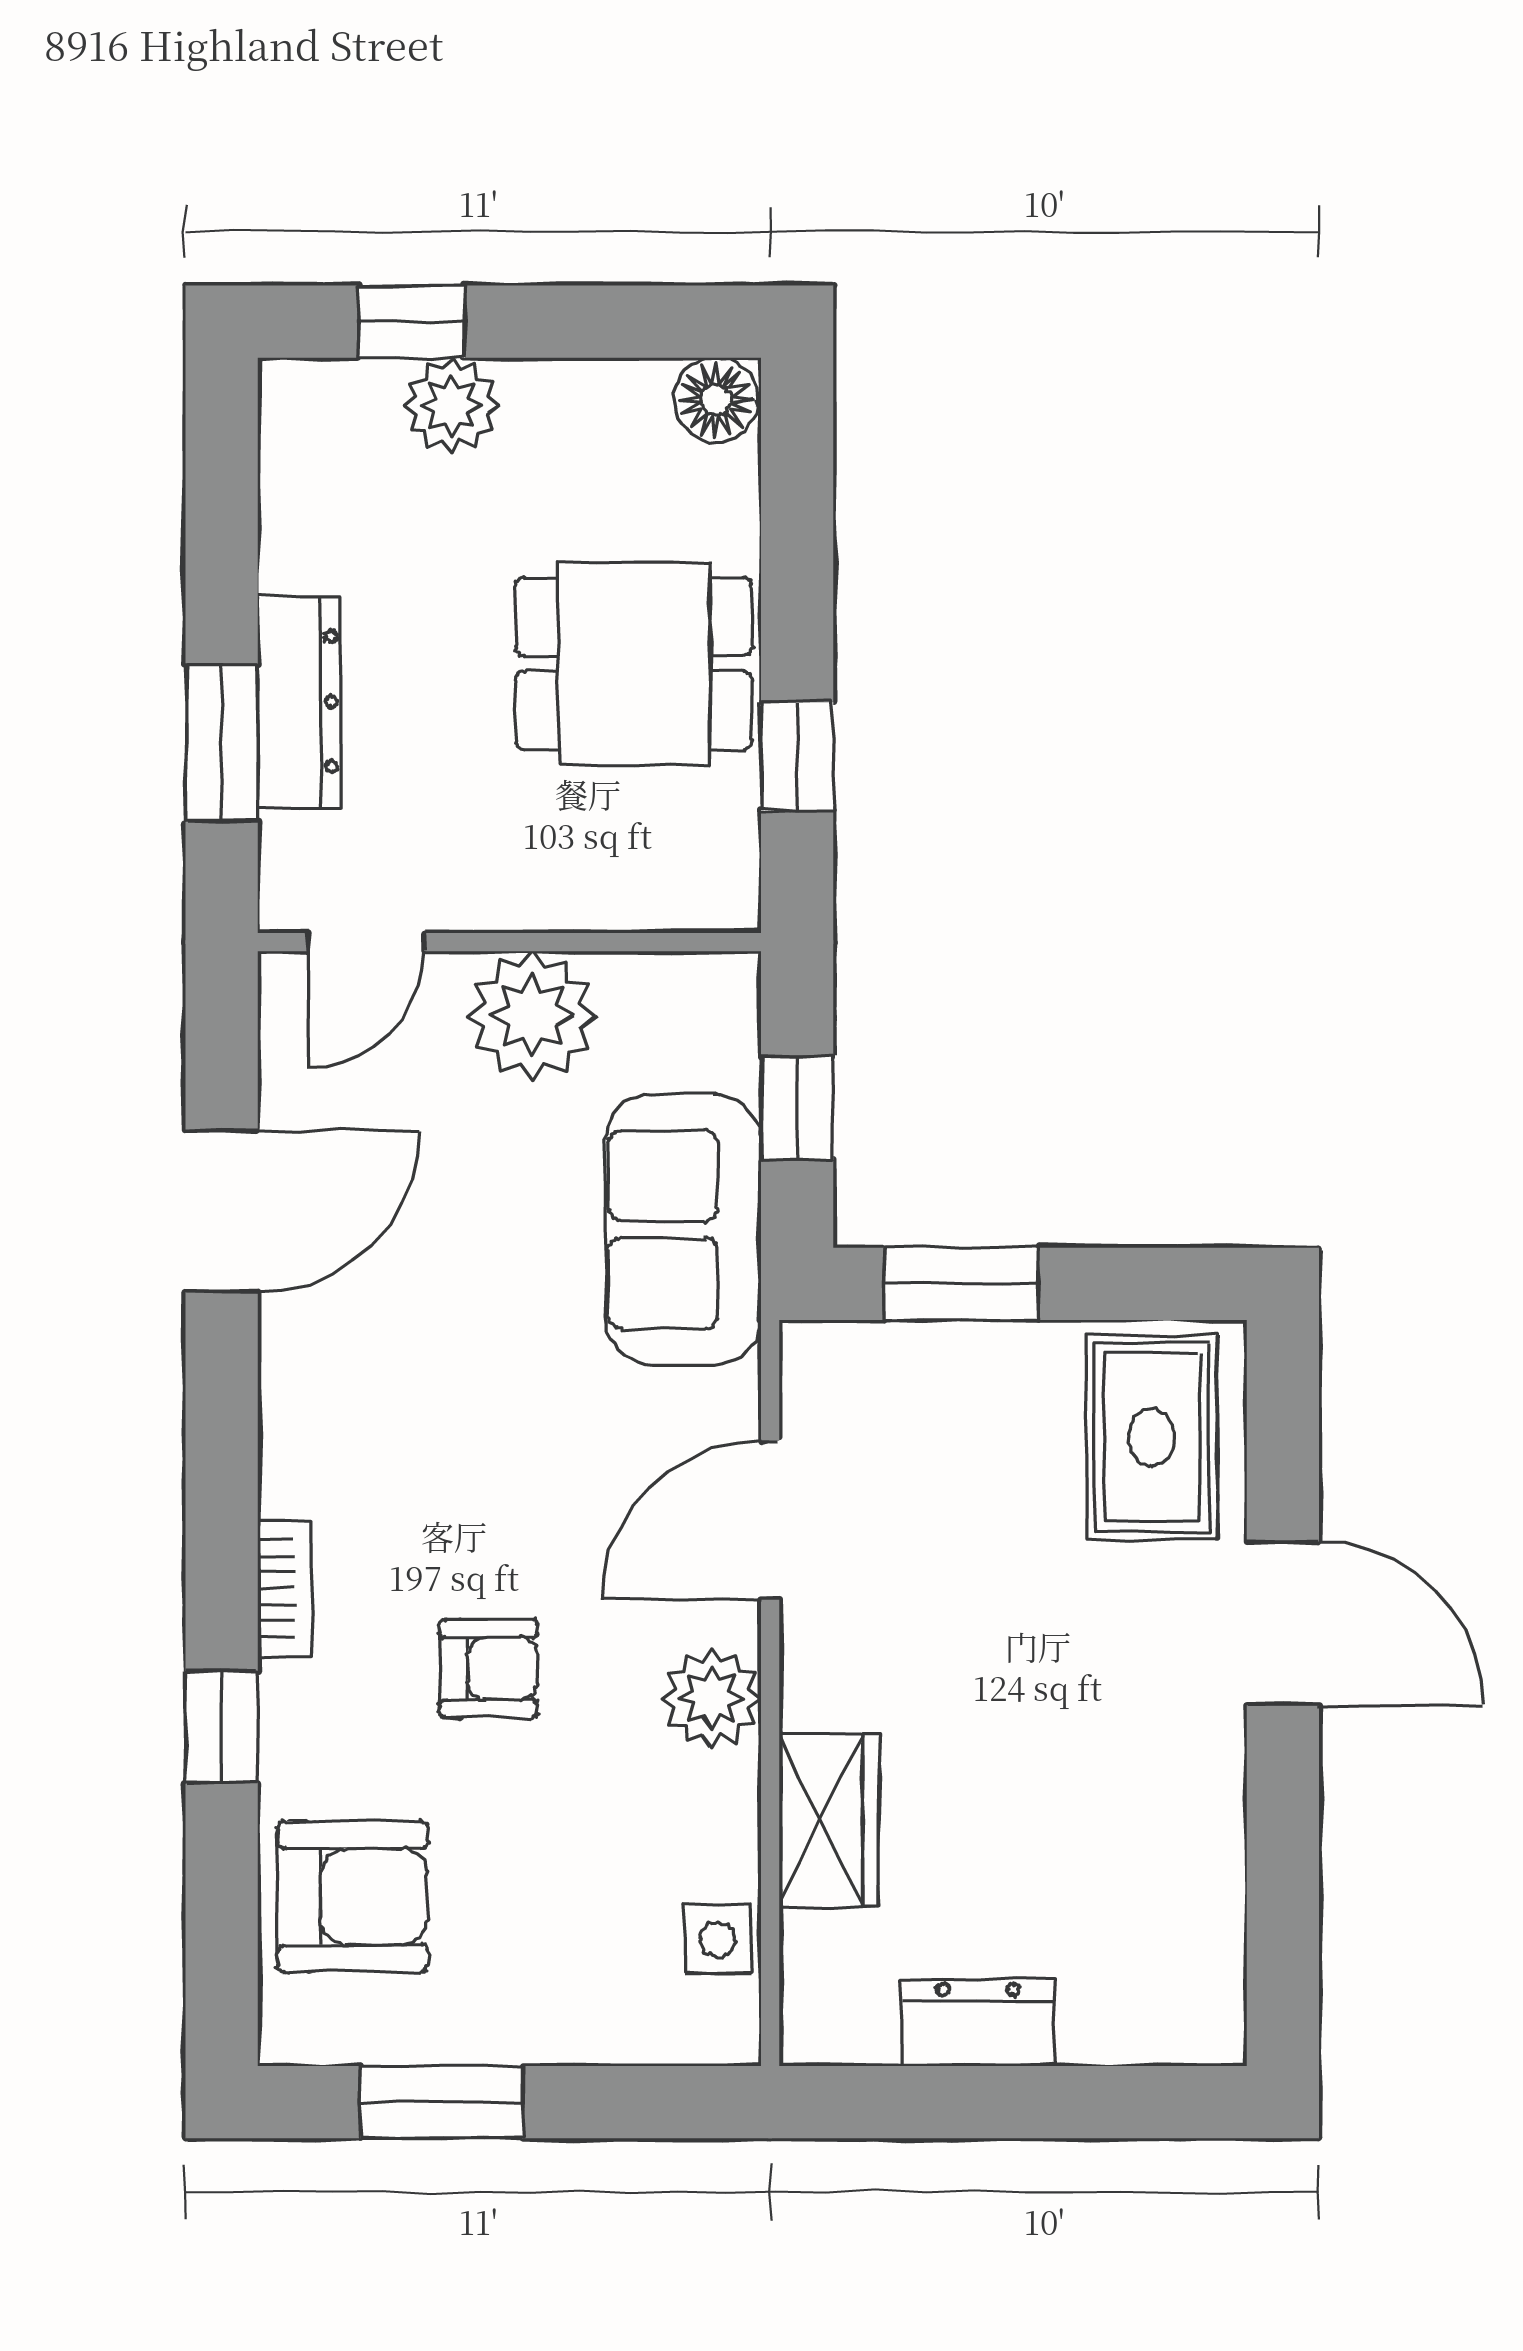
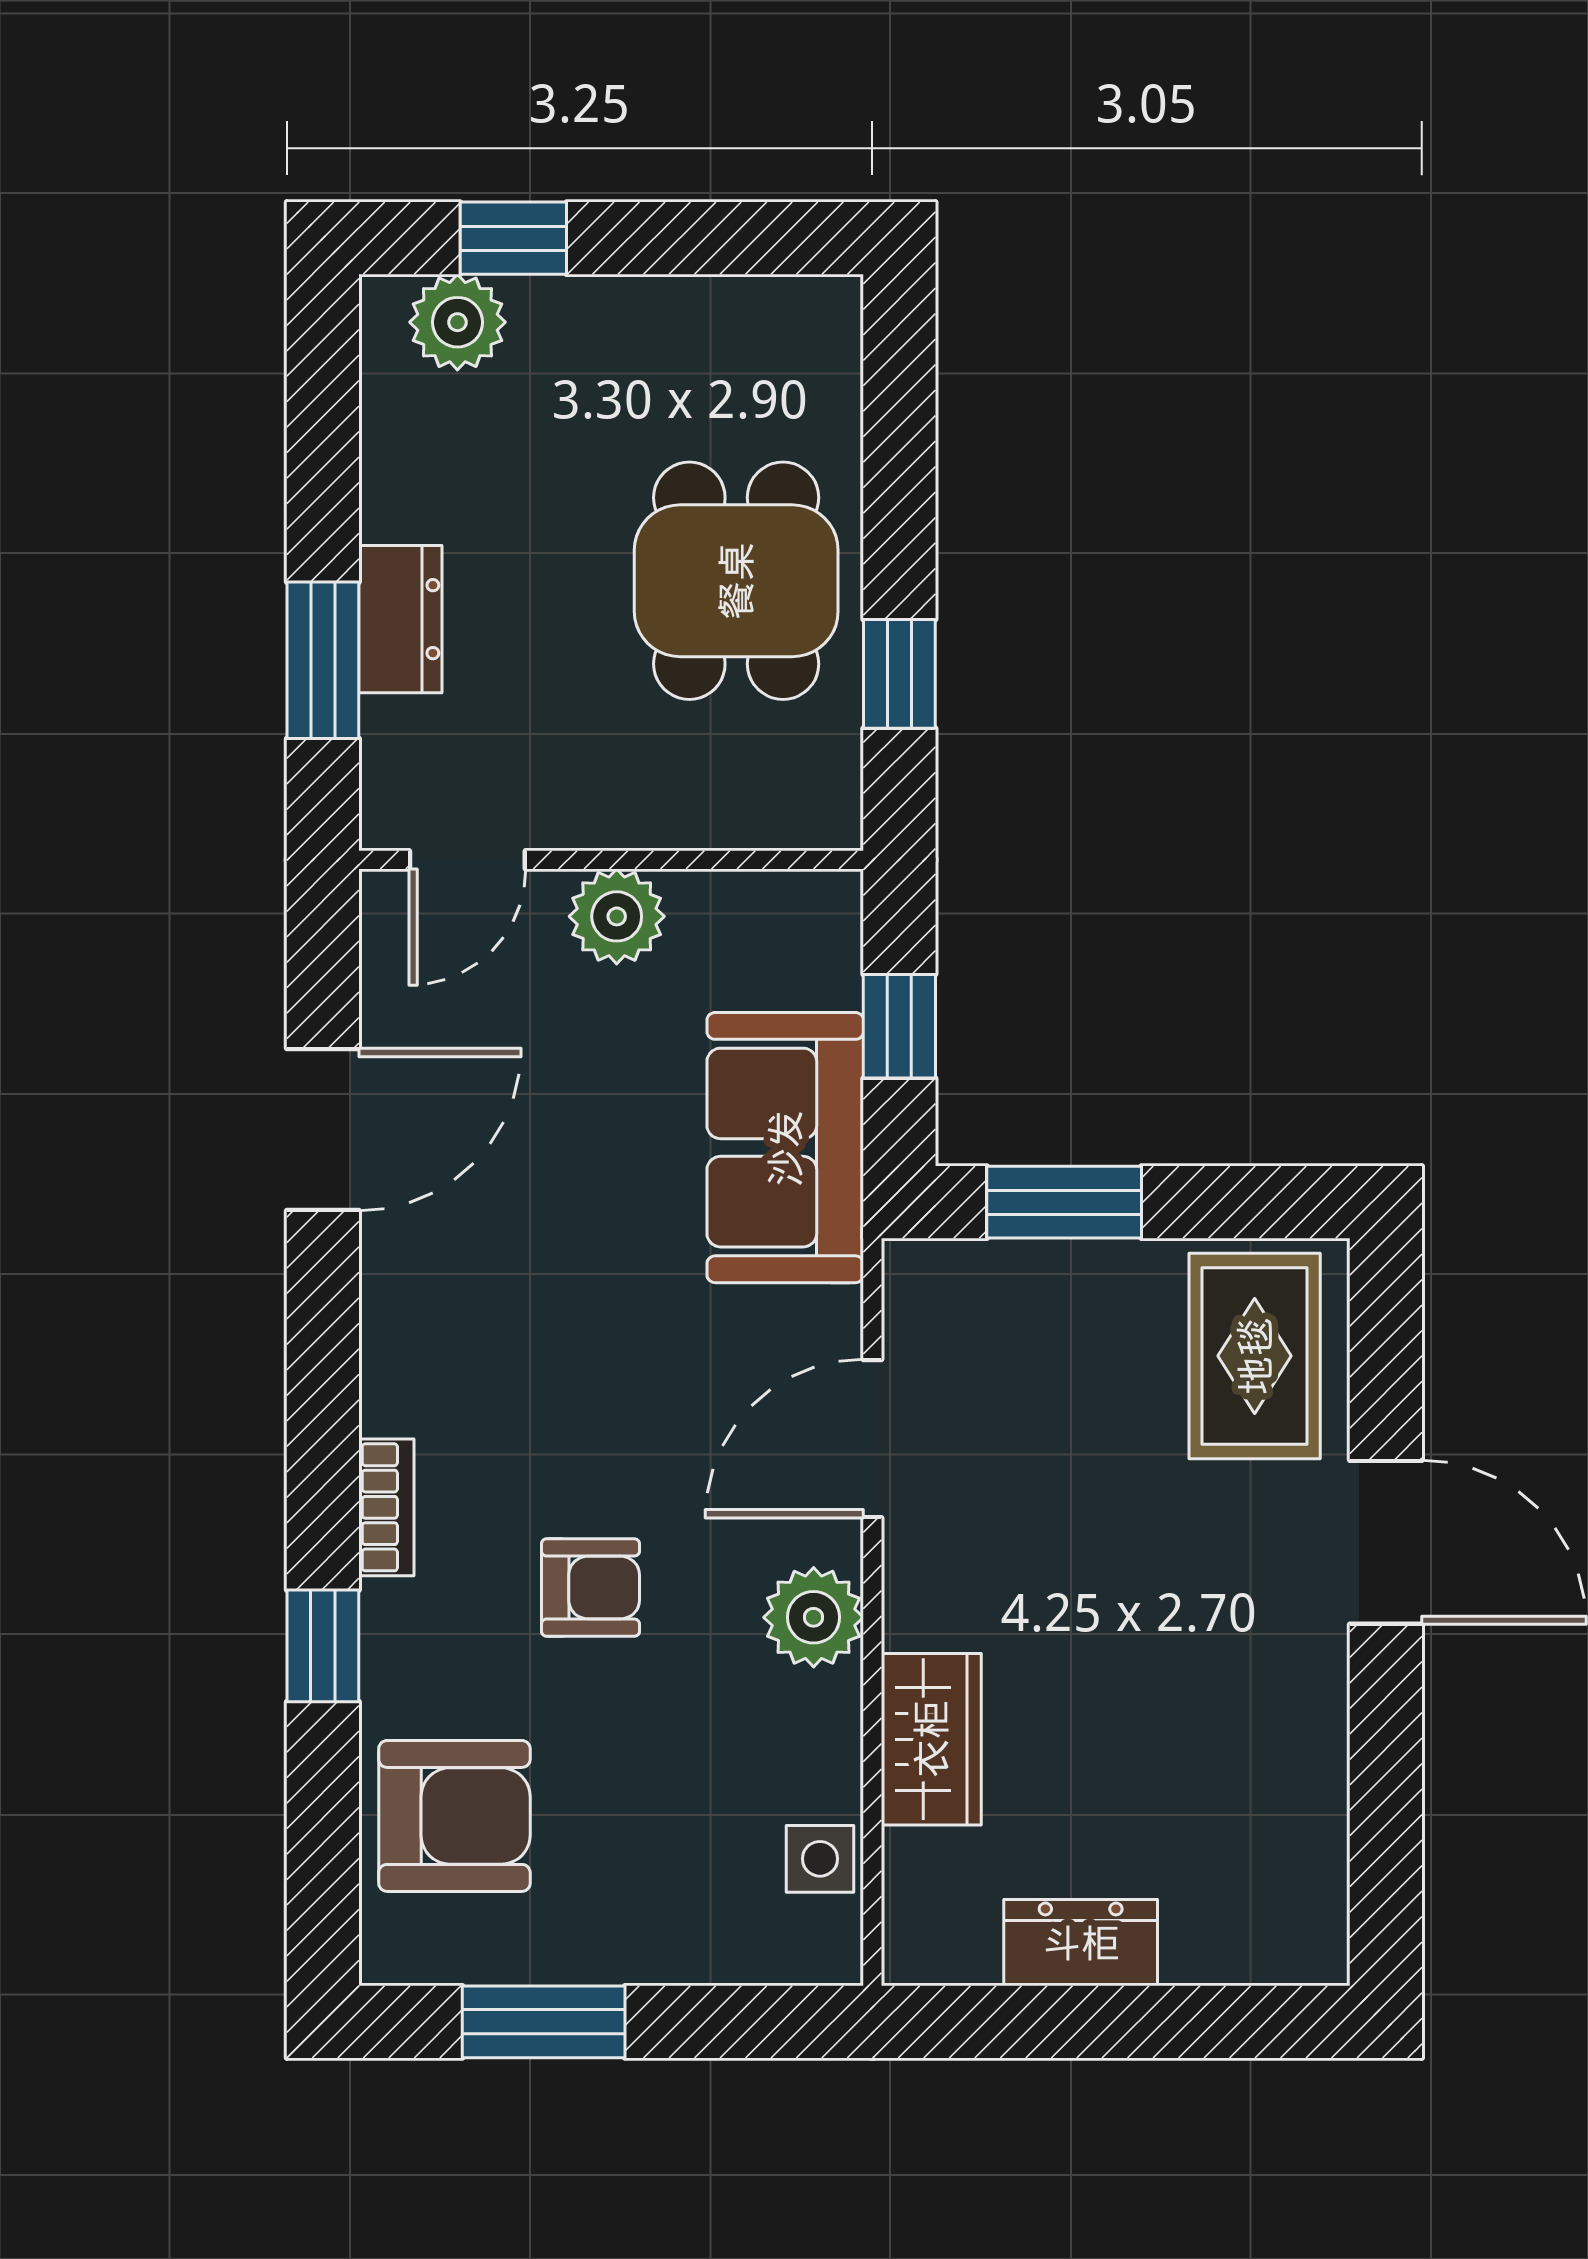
floor lamp: (716, 400) -> (818, 316), removed
plant: (451, 405) -> (457, 322), moved
dining table: (634, 664) -> (736, 581), turned 90
dresser: (299, 702) -> (400, 619), width x0.70
plant: (532, 1016) -> (617, 916), width x0.73, depth x0.73

